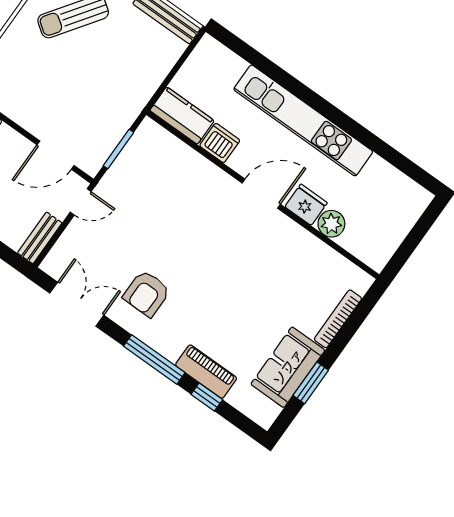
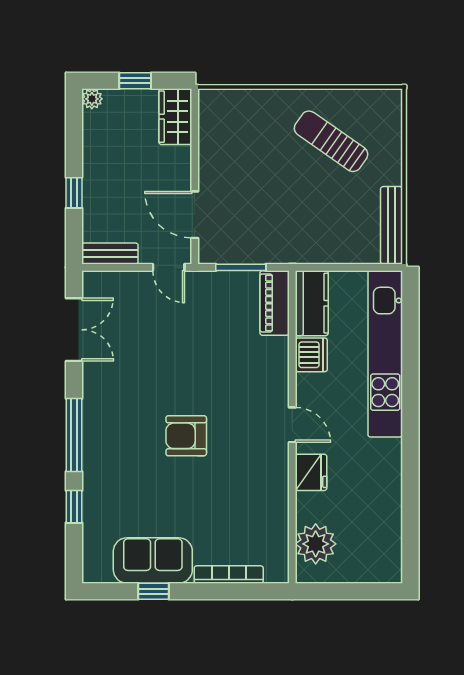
kitchen unit: (303, 120) -> (385, 354), moved
door: (261, 194) -> (292, 425), width x0.73
plant: (331, 224) -> (316, 544), moved, width x1.36, depth x1.36
armchair: (147, 293) -> (186, 436), moved
piano: (206, 372) -> (275, 303), moved, turned 180
window: (311, 383) -> (153, 591), width x0.67

